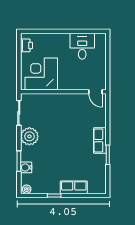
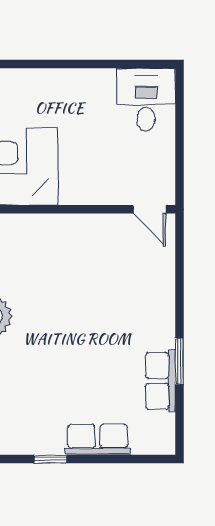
desk: (82, 46) -> (146, 100), moved
row of seats: (100, 141) -> (160, 381), moved

